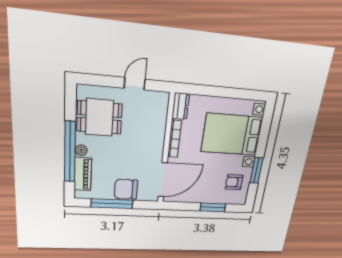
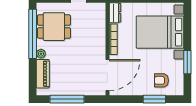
window: (70, 152) -> (33, 34), moved
armchair: (234, 182) -> (161, 80), moved
chair: (126, 189) -> (78, 85), removed

